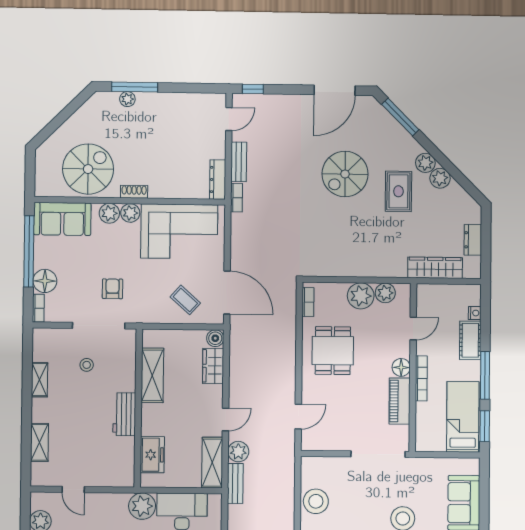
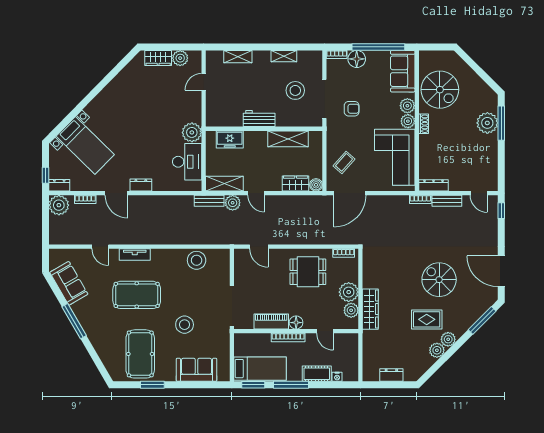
plant: (127, 99) -> (487, 123), width x1.88, depth x1.88
wardrobe: (435, 268) -> (370, 309), moved
stool: (87, 365) -> (295, 90), width x1.89, depth x1.89

